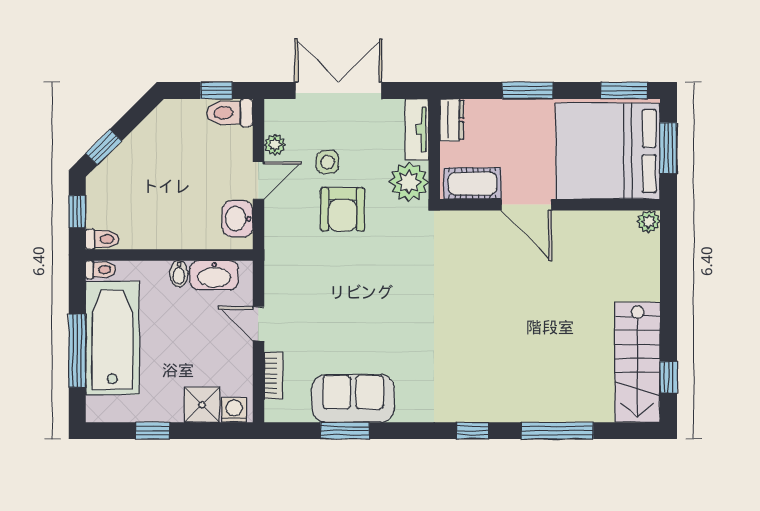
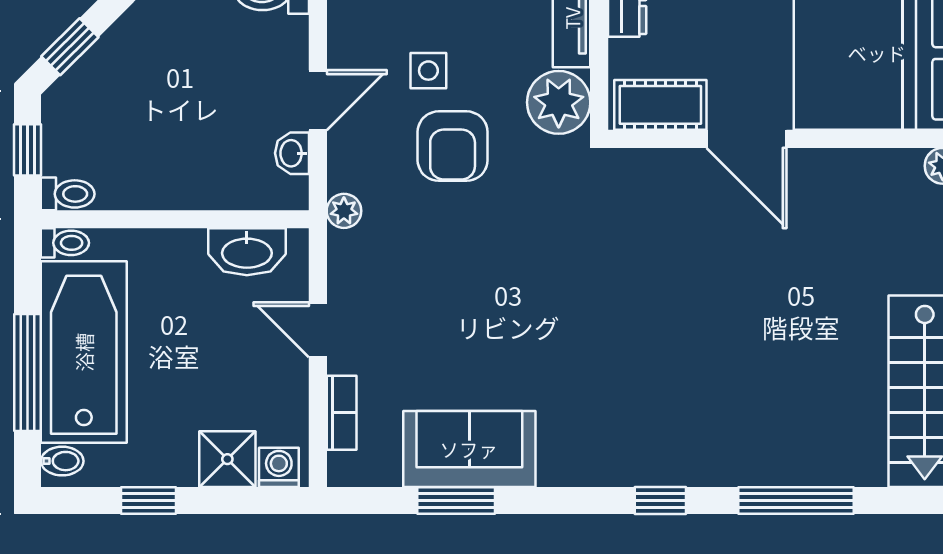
plant: (275, 145) -> (344, 211), moved
washbasin: (238, 219) -> (292, 153), width x0.72, depth x0.69
bidet: (179, 274) -> (62, 461), moved, turned -90

